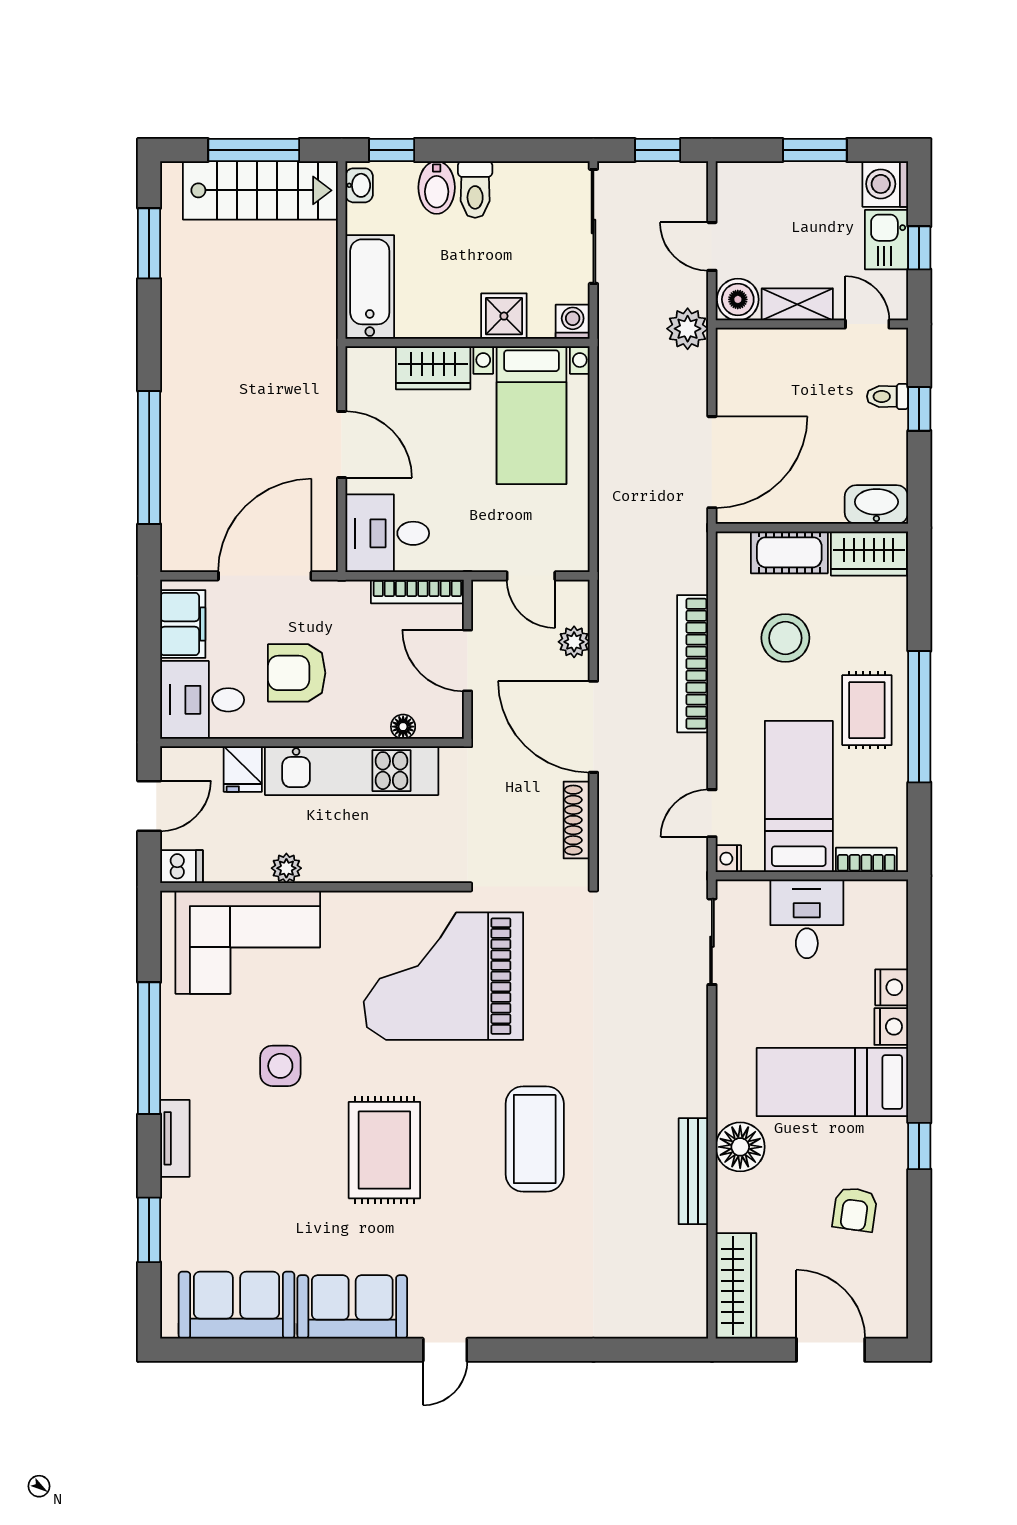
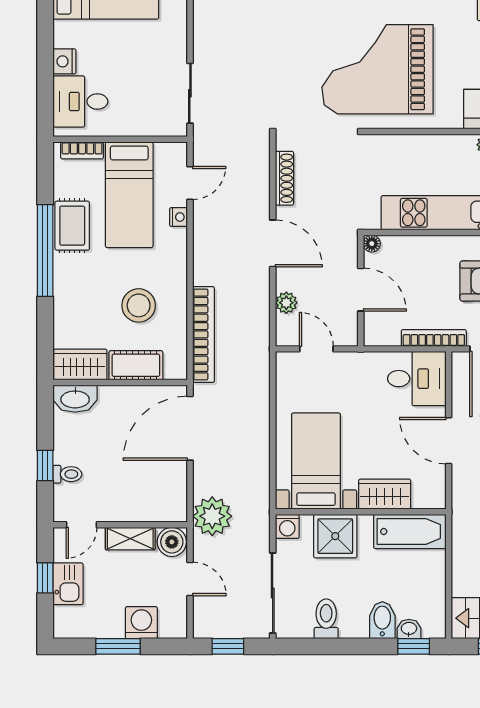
washing machine: (885, 184) -> (141, 623), moved, turned -90
washbasin: (359, 185) -> (409, 629), moved, turned 90
toilet: (475, 189) -> (326, 619), moved
bathtub: (370, 287) -> (410, 531), moved, turned -90
shower: (504, 316) -> (335, 536), width x1.36, depth x1.36
door: (867, 324) -> (81, 525), hinge flipped
plant: (688, 329) -> (212, 516), width x1.36, depth x1.36
bookcase: (417, 591) -> (434, 338), moved
bookcase: (693, 664) -> (203, 334), moved
rug: (867, 710) -> (72, 226), moved
floor lamp: (403, 727) -> (372, 244), moved
door: (593, 727) -> (273, 243), width x0.73
nightstand: (728, 859) -> (178, 217), moved
desk: (807, 919) -> (80, 101), moved, turned 90
grand piano: (443, 976) -> (378, 69), turned 180
nightstand: (891, 1027) -> (65, 34), removed

